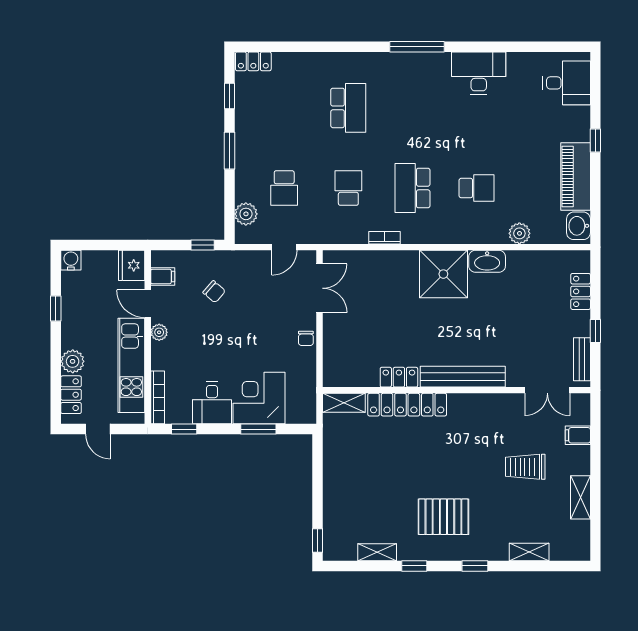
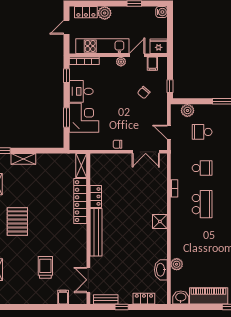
school desk: (412, 188) -> (202, 204), turned 90
school desk: (477, 188) -> (202, 240), removed
washbasin: (487, 261) -> (161, 270), moved
shower: (443, 274) -> (160, 221), width x0.54, depth x0.54
shelving: (580, 497) -> (23, 159), moved

